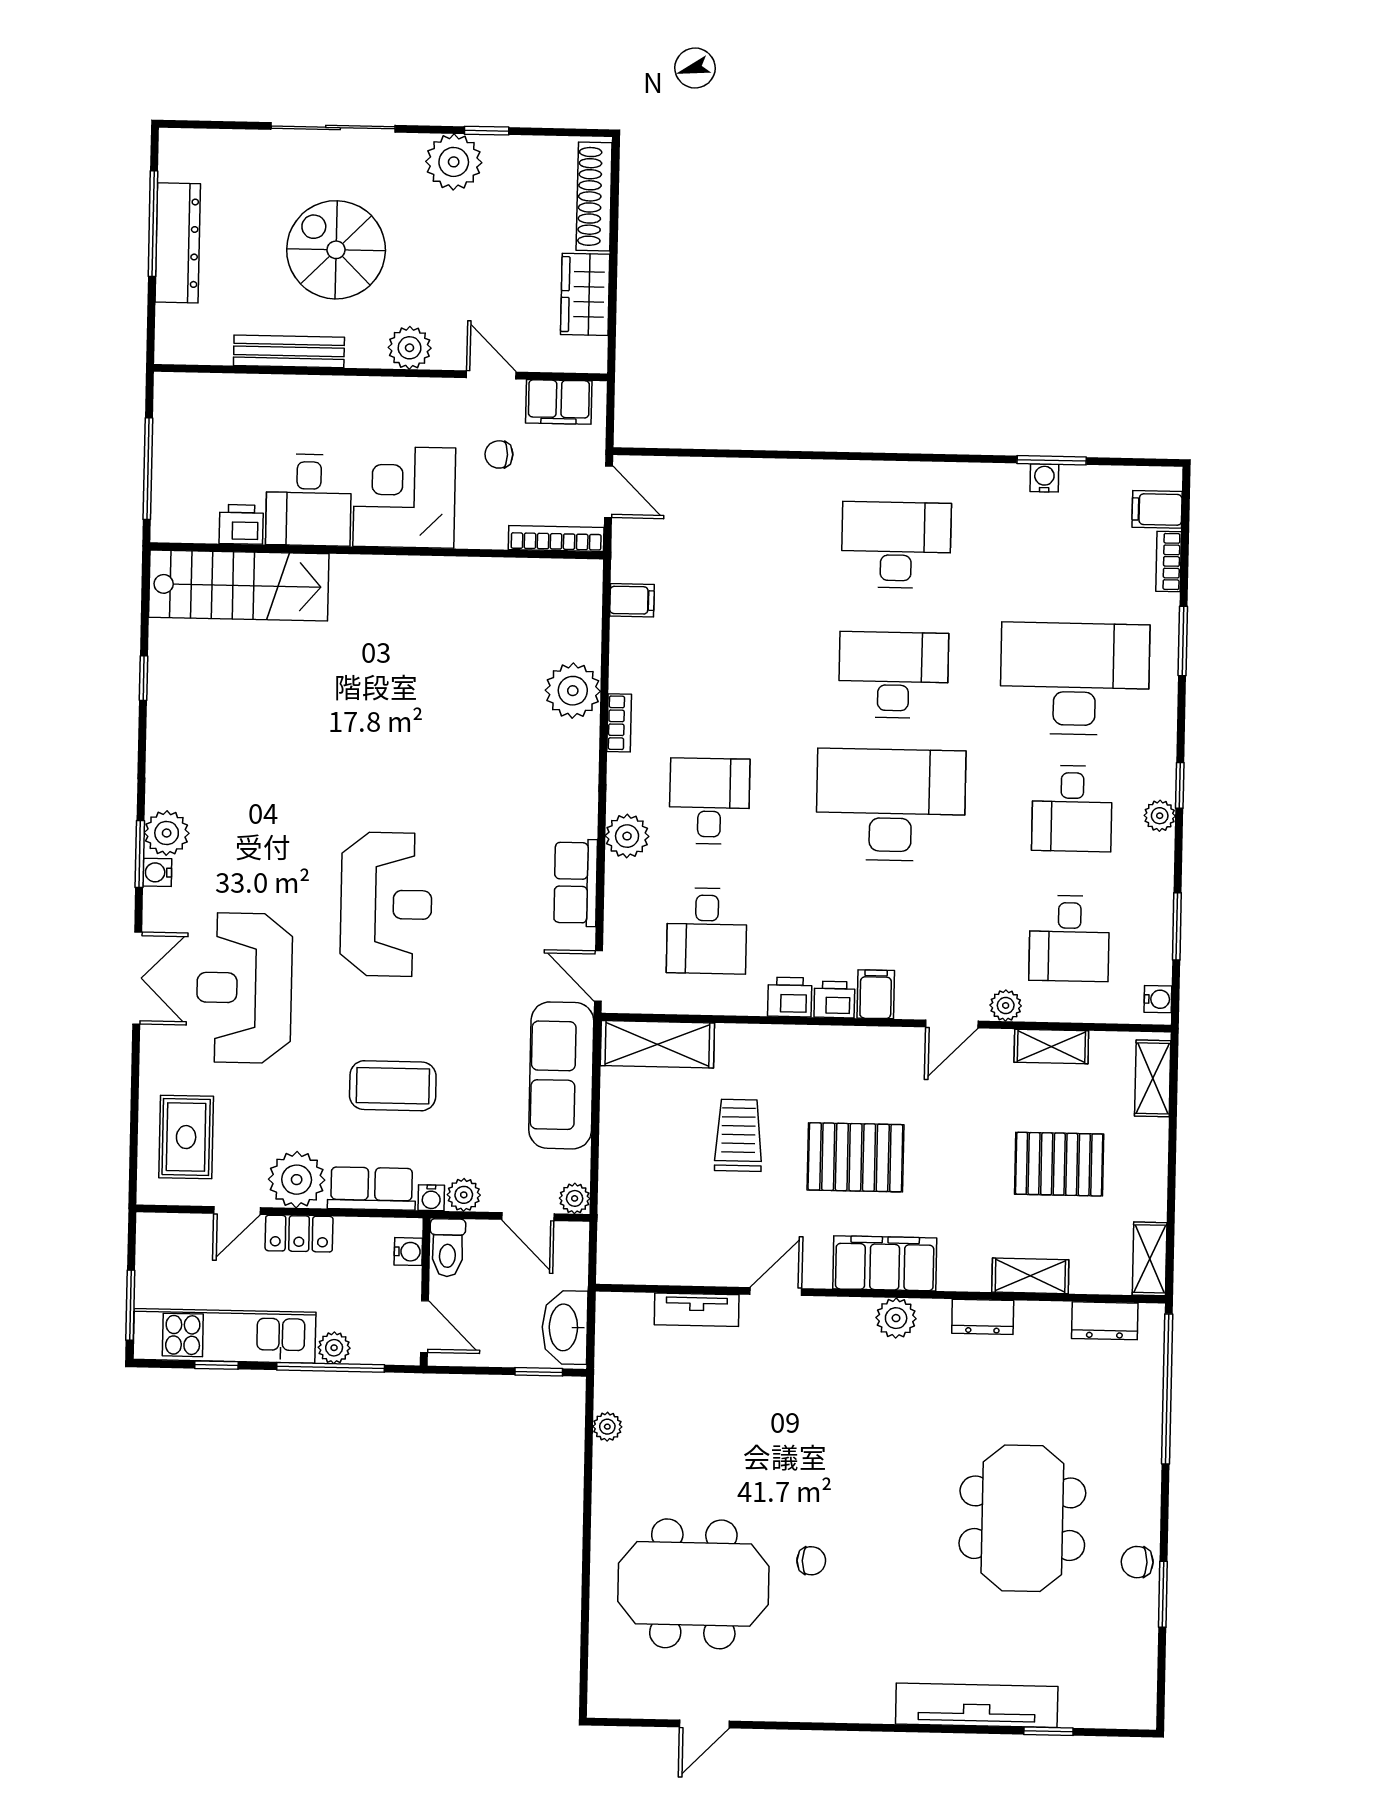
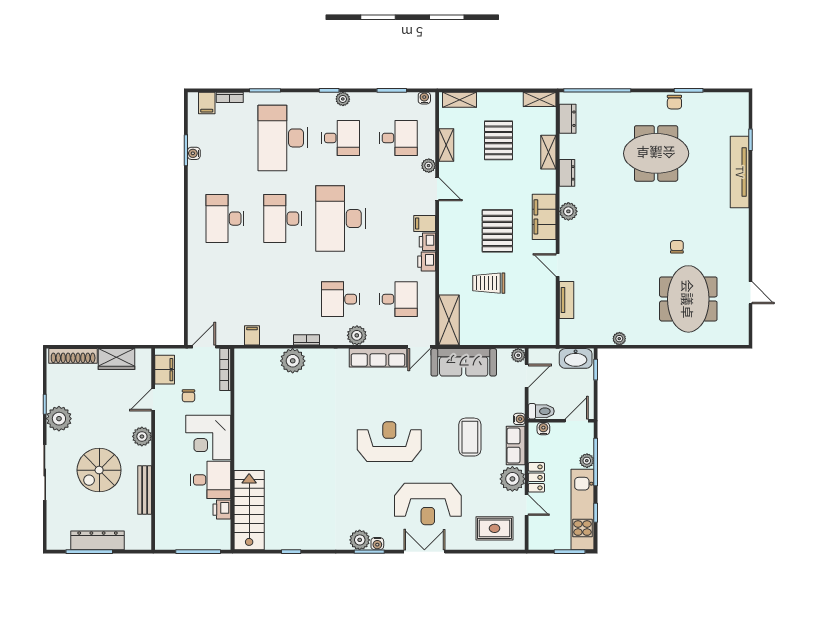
row of seats: (576, 883) -> (378, 358), width x1.48
plant: (464, 1195) -> (518, 405), removed

